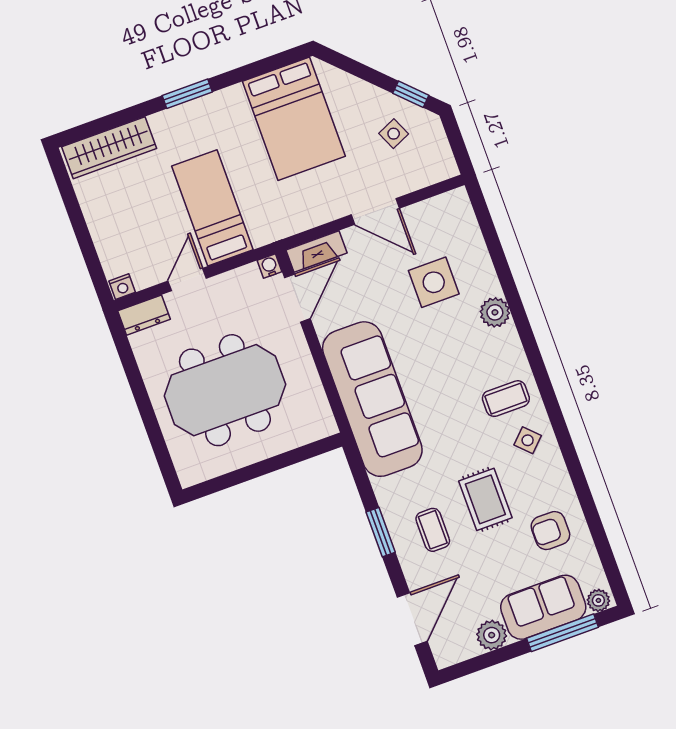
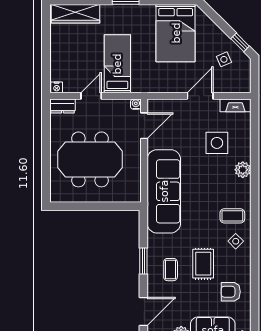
door: (375, 212) -> (200, 96), swing flipped
fireplace: (316, 252) -> (235, 105), moved

